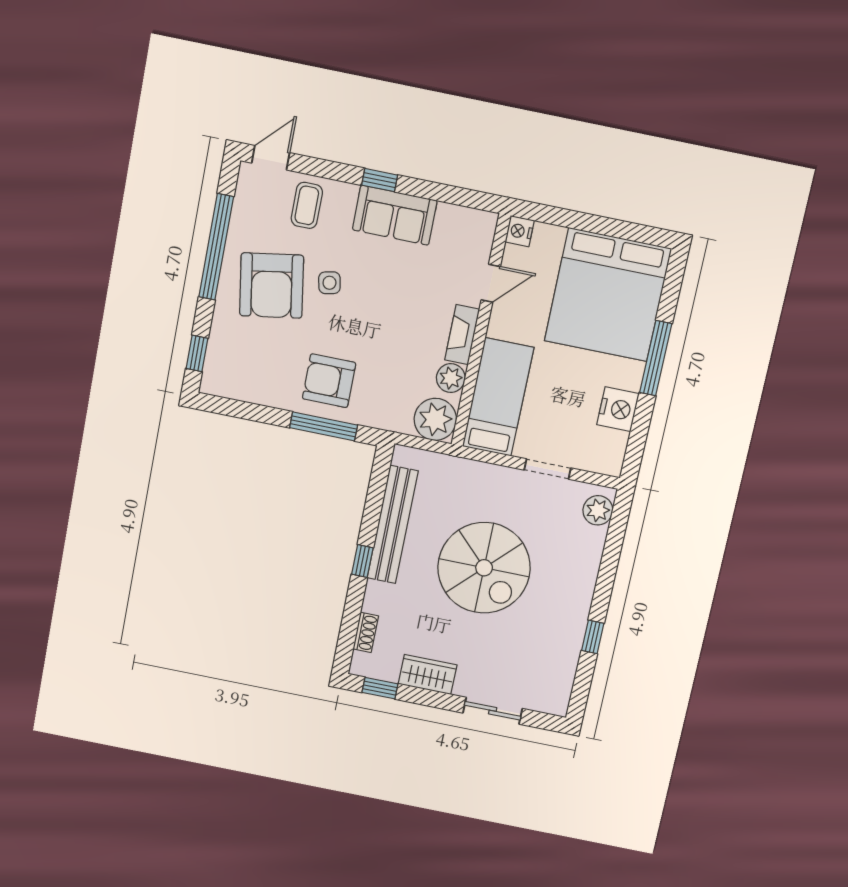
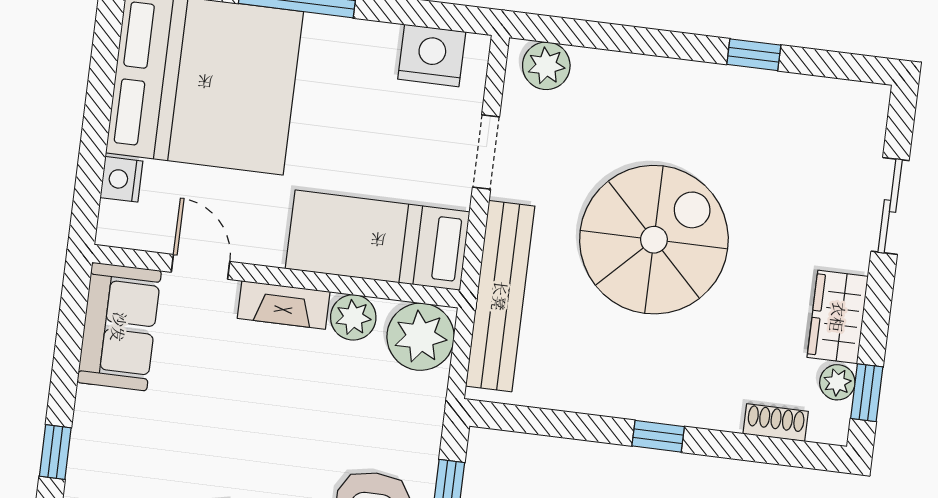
sofa: (395, 215) -> (119, 327), moved
nightstand: (520, 231) -> (121, 179), moved, turned 90
nightstand: (618, 409) -> (432, 55), moved
bench: (393, 525) -> (500, 296), moved, turned 90
plant: (388, 671) -> (837, 382), added

